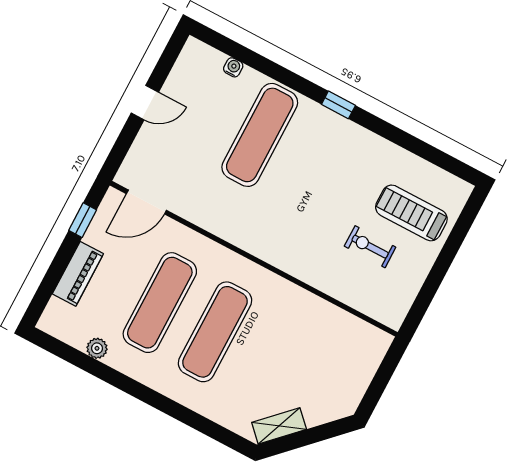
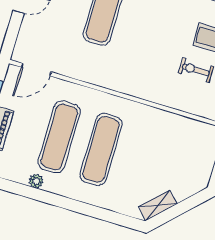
plant: (97, 348) -> (36, 181), moved

